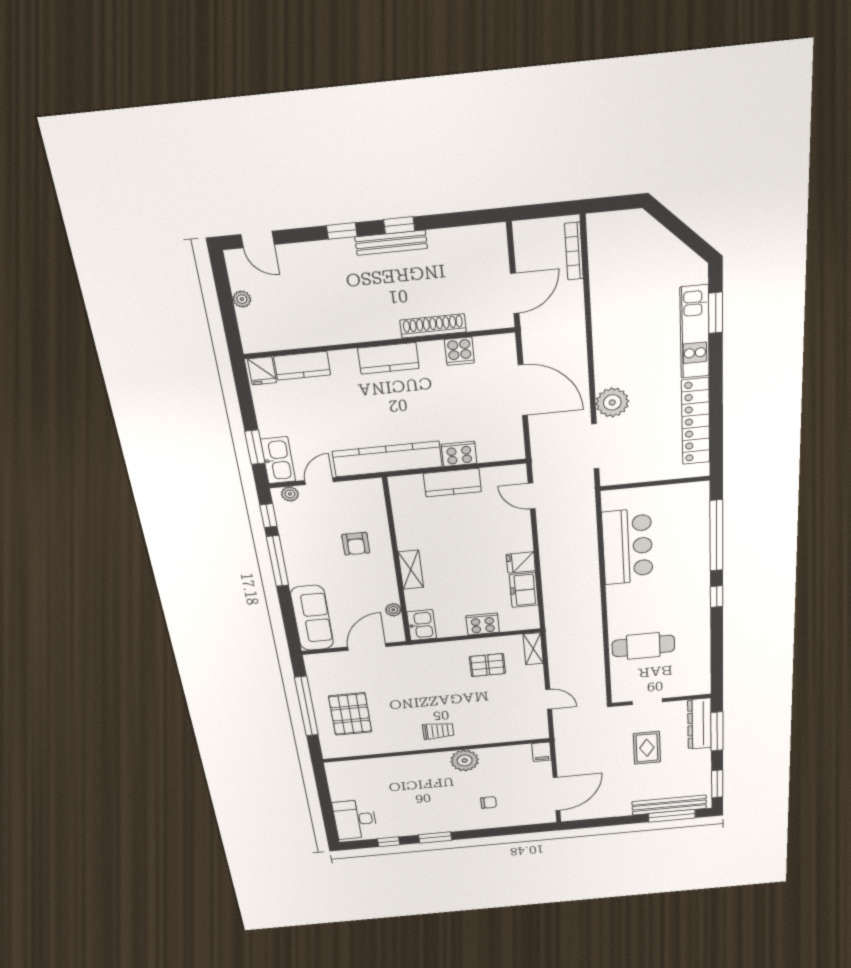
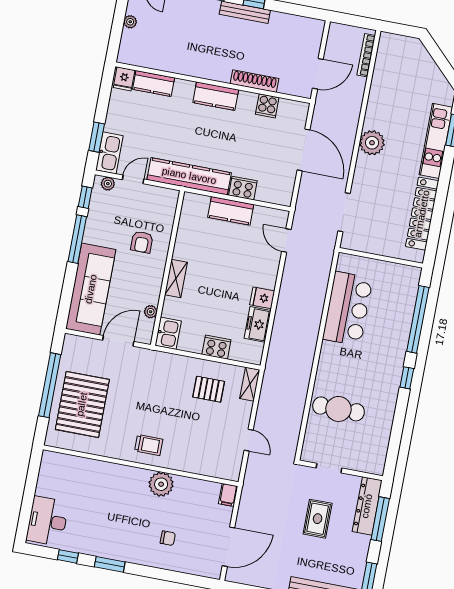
plant: (612, 402) -> (372, 143), moved
sofa: (312, 618) -> (91, 289), width x1.36, depth x1.27
pallet: (350, 714) -> (82, 404), width x1.37, depth x1.41

